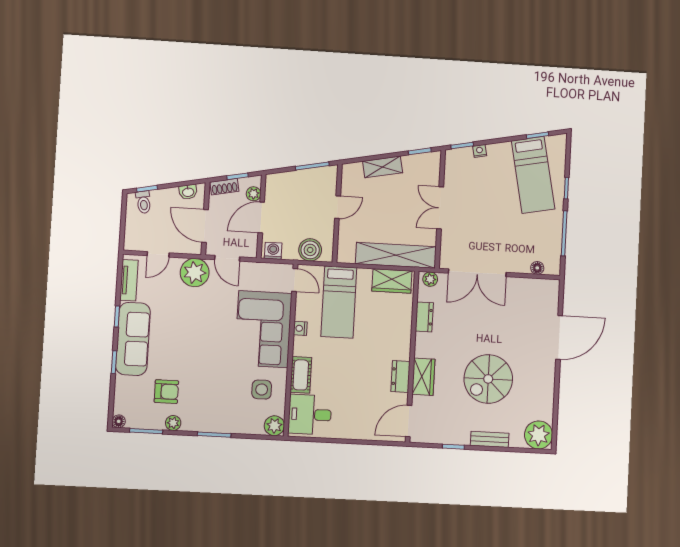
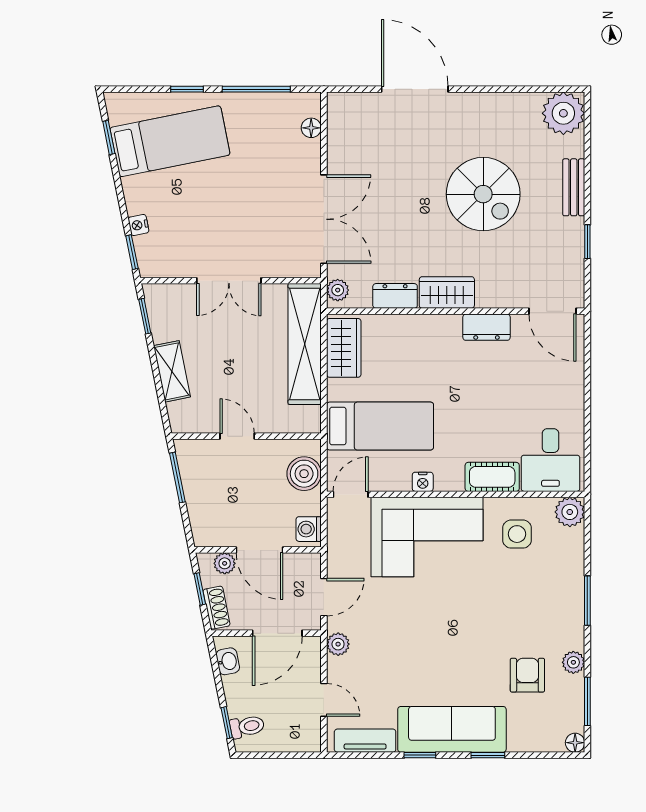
plant: (195, 273) -> (338, 644), width x0.53, depth x0.53
wardrobe: (423, 377) -> (447, 292), moved

